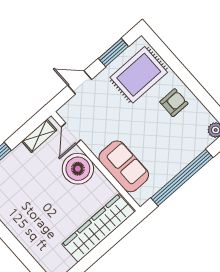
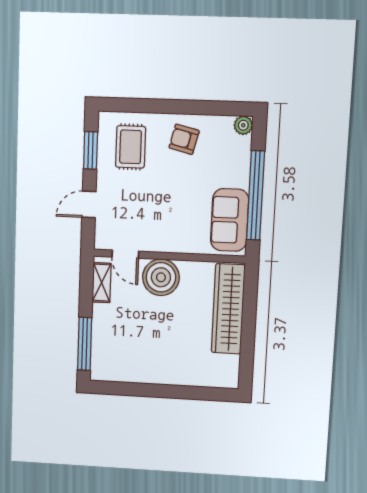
rug: (139, 75) -> (131, 147), width x0.73, depth x0.70
armchair: (174, 103) -> (184, 139), turned -76
sofa: (124, 166) -> (230, 220), moved, turned -90

